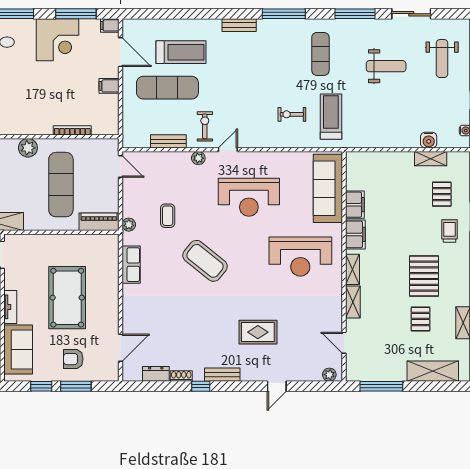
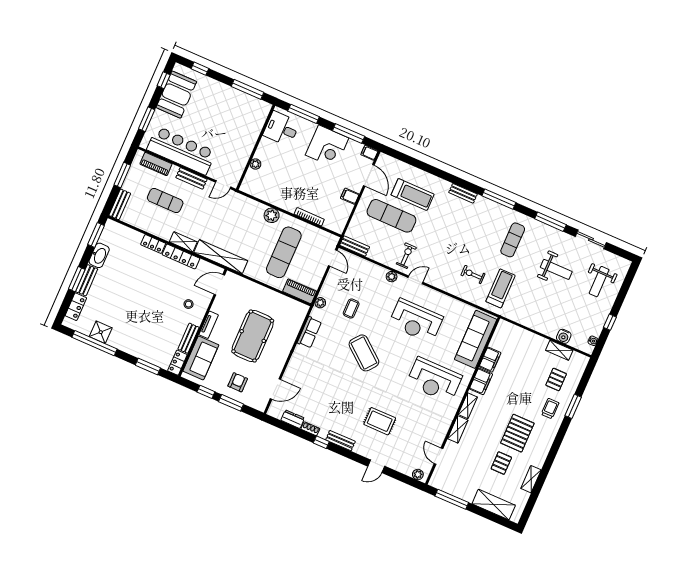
bench: (168, 141) -> (355, 246), moved
armchair: (73, 359) -> (238, 382), turned 90

